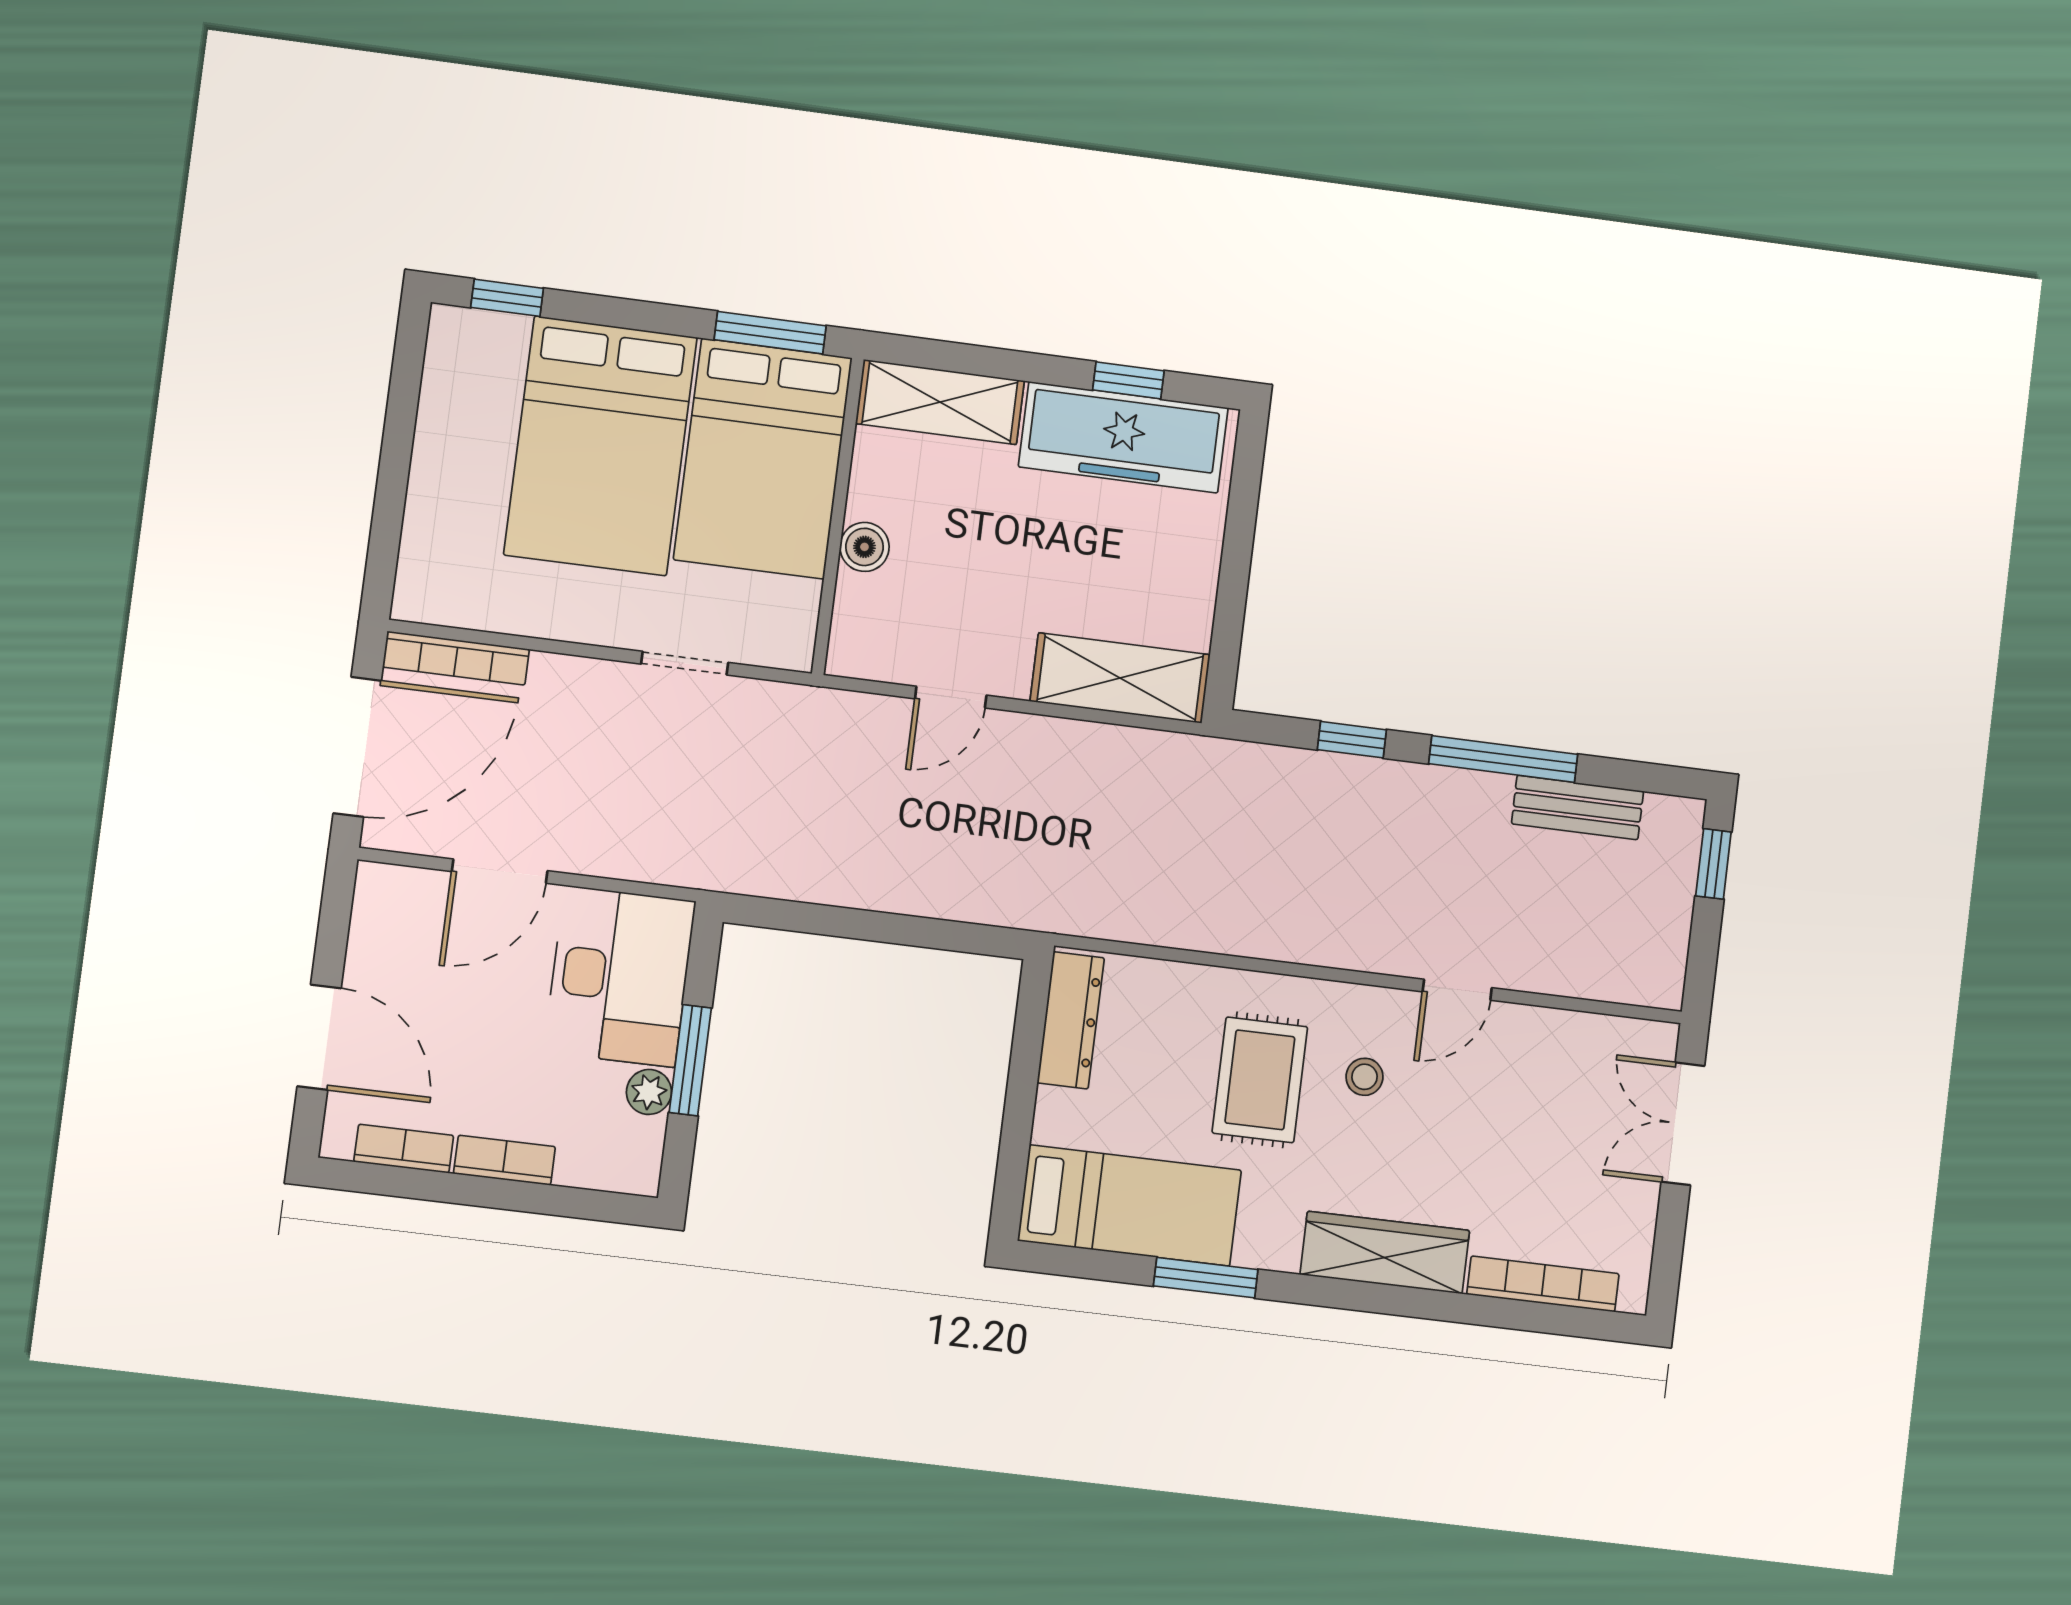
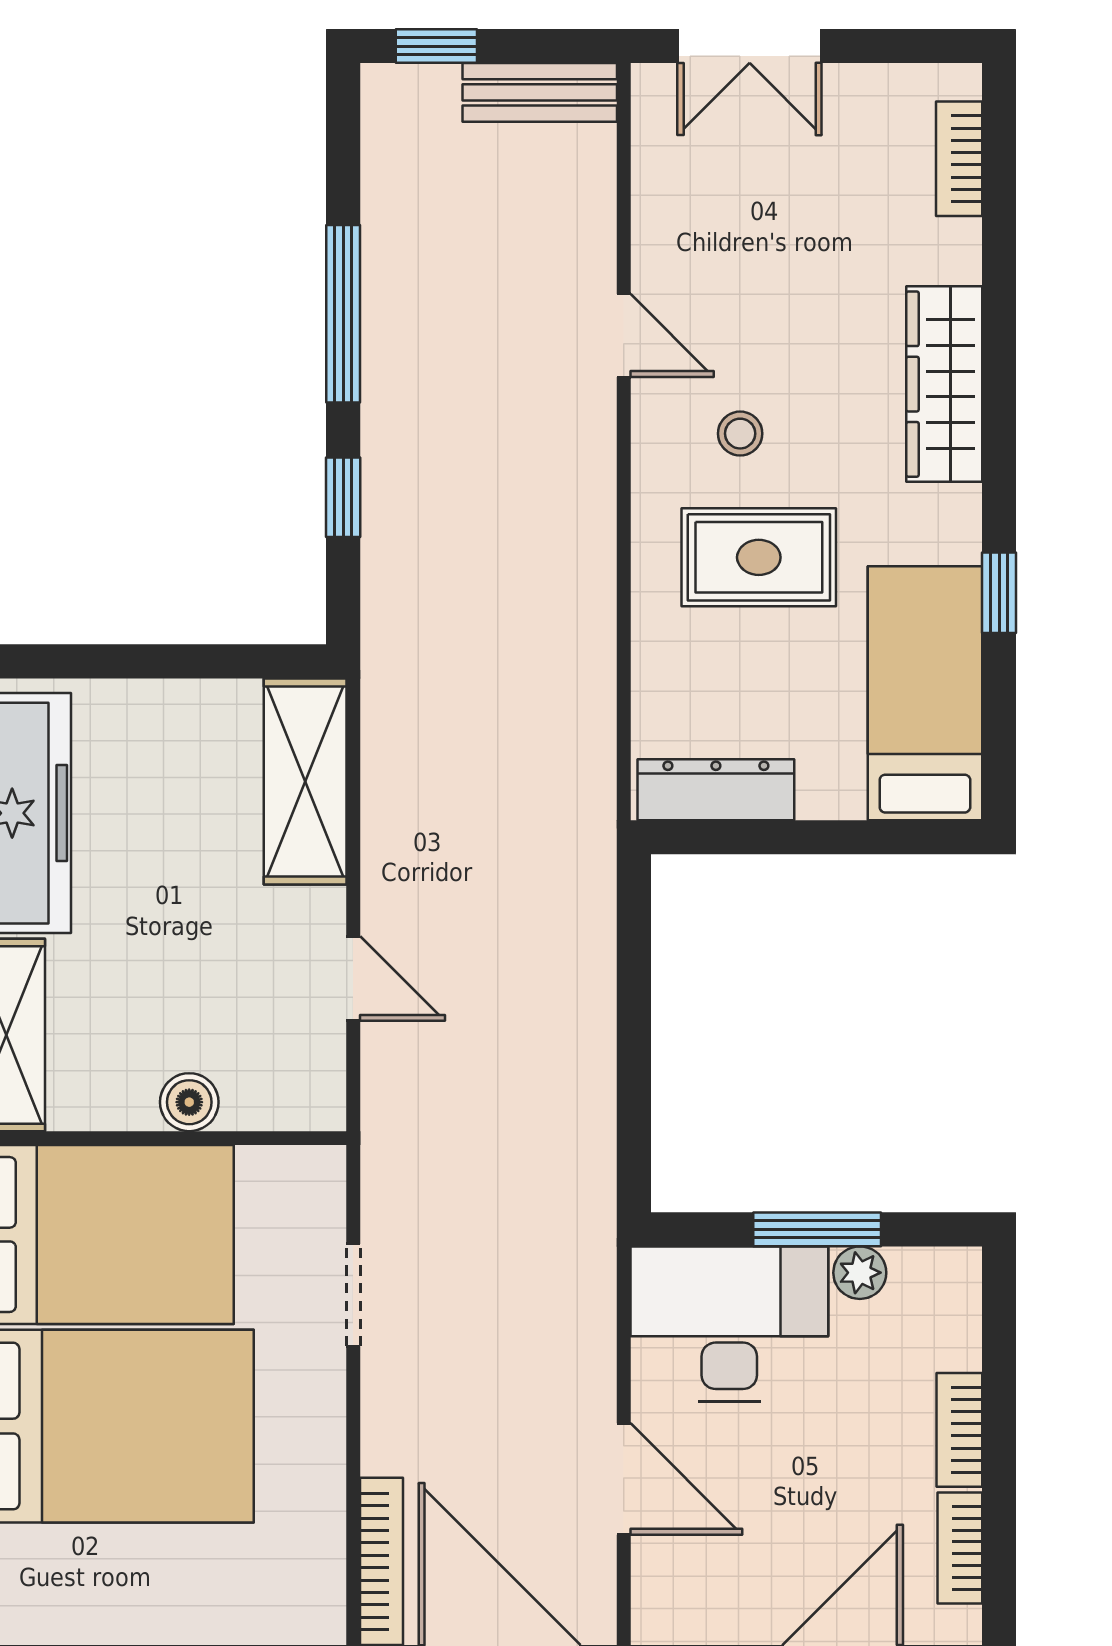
bench: (1578, 807) -> (540, 92), moved, turned 90
window: (1206, 1278) -> (999, 593), width x0.67
bookcase: (1543, 1284) -> (959, 159), width x0.64

